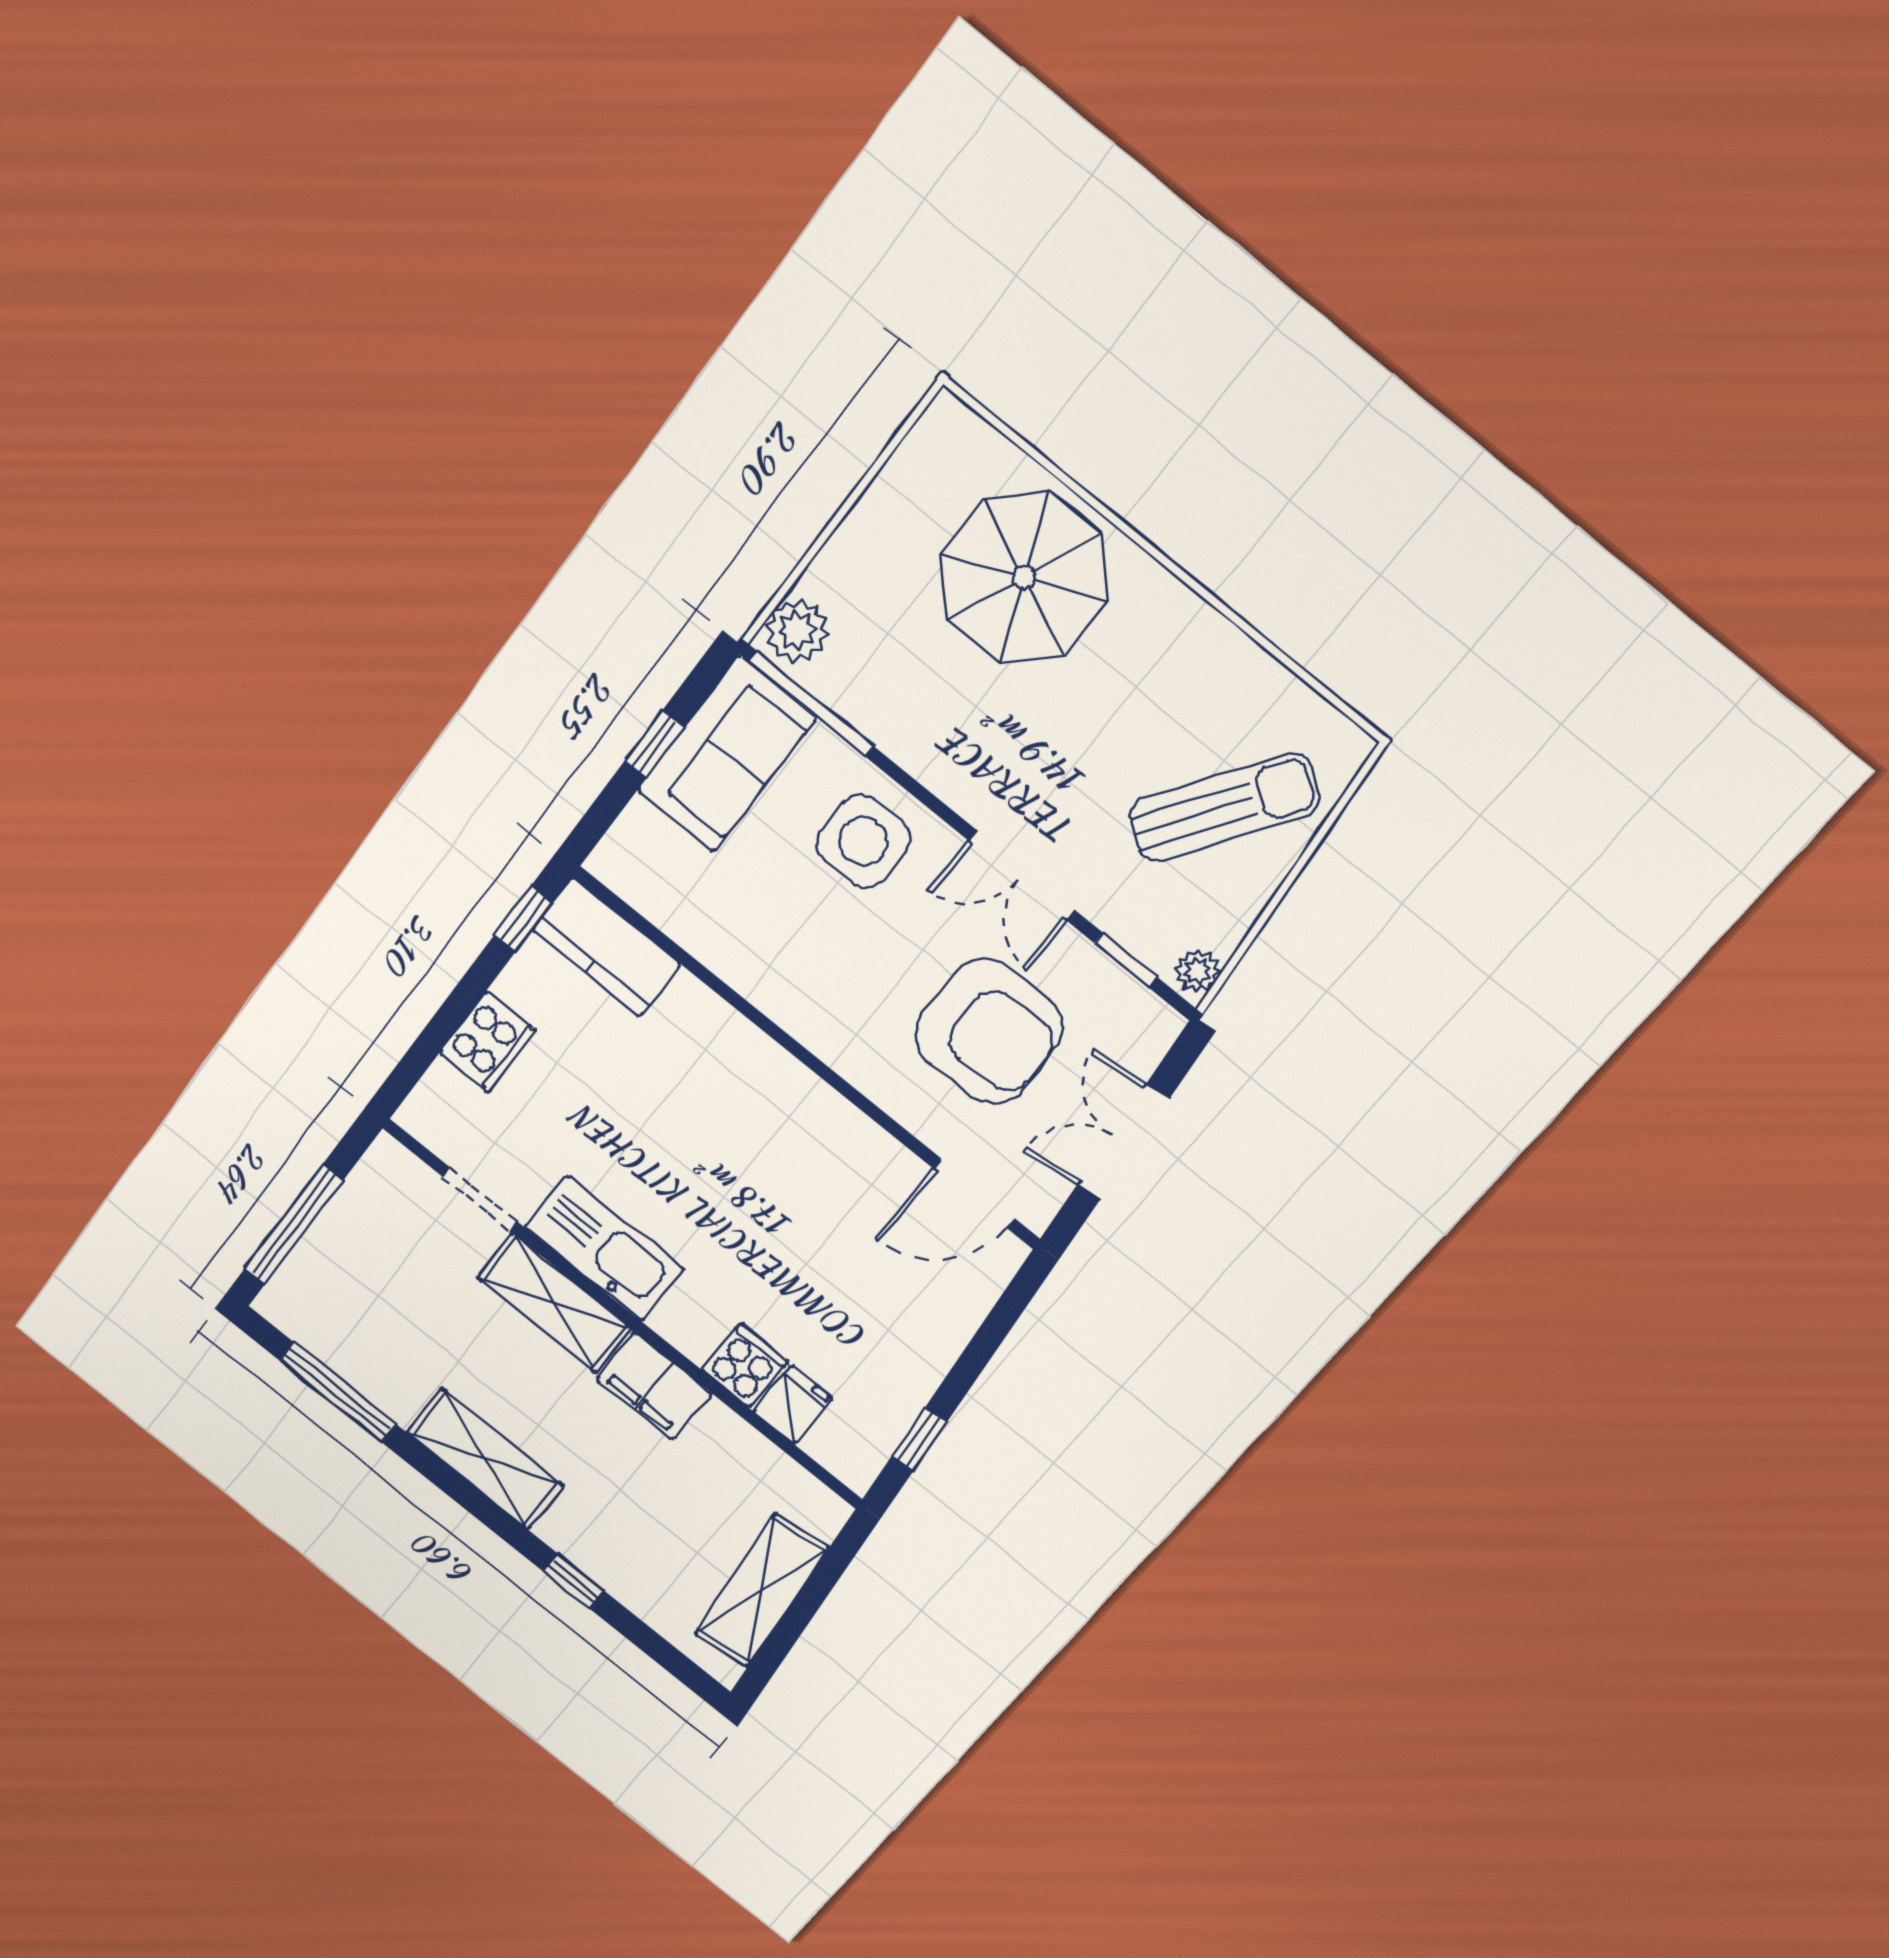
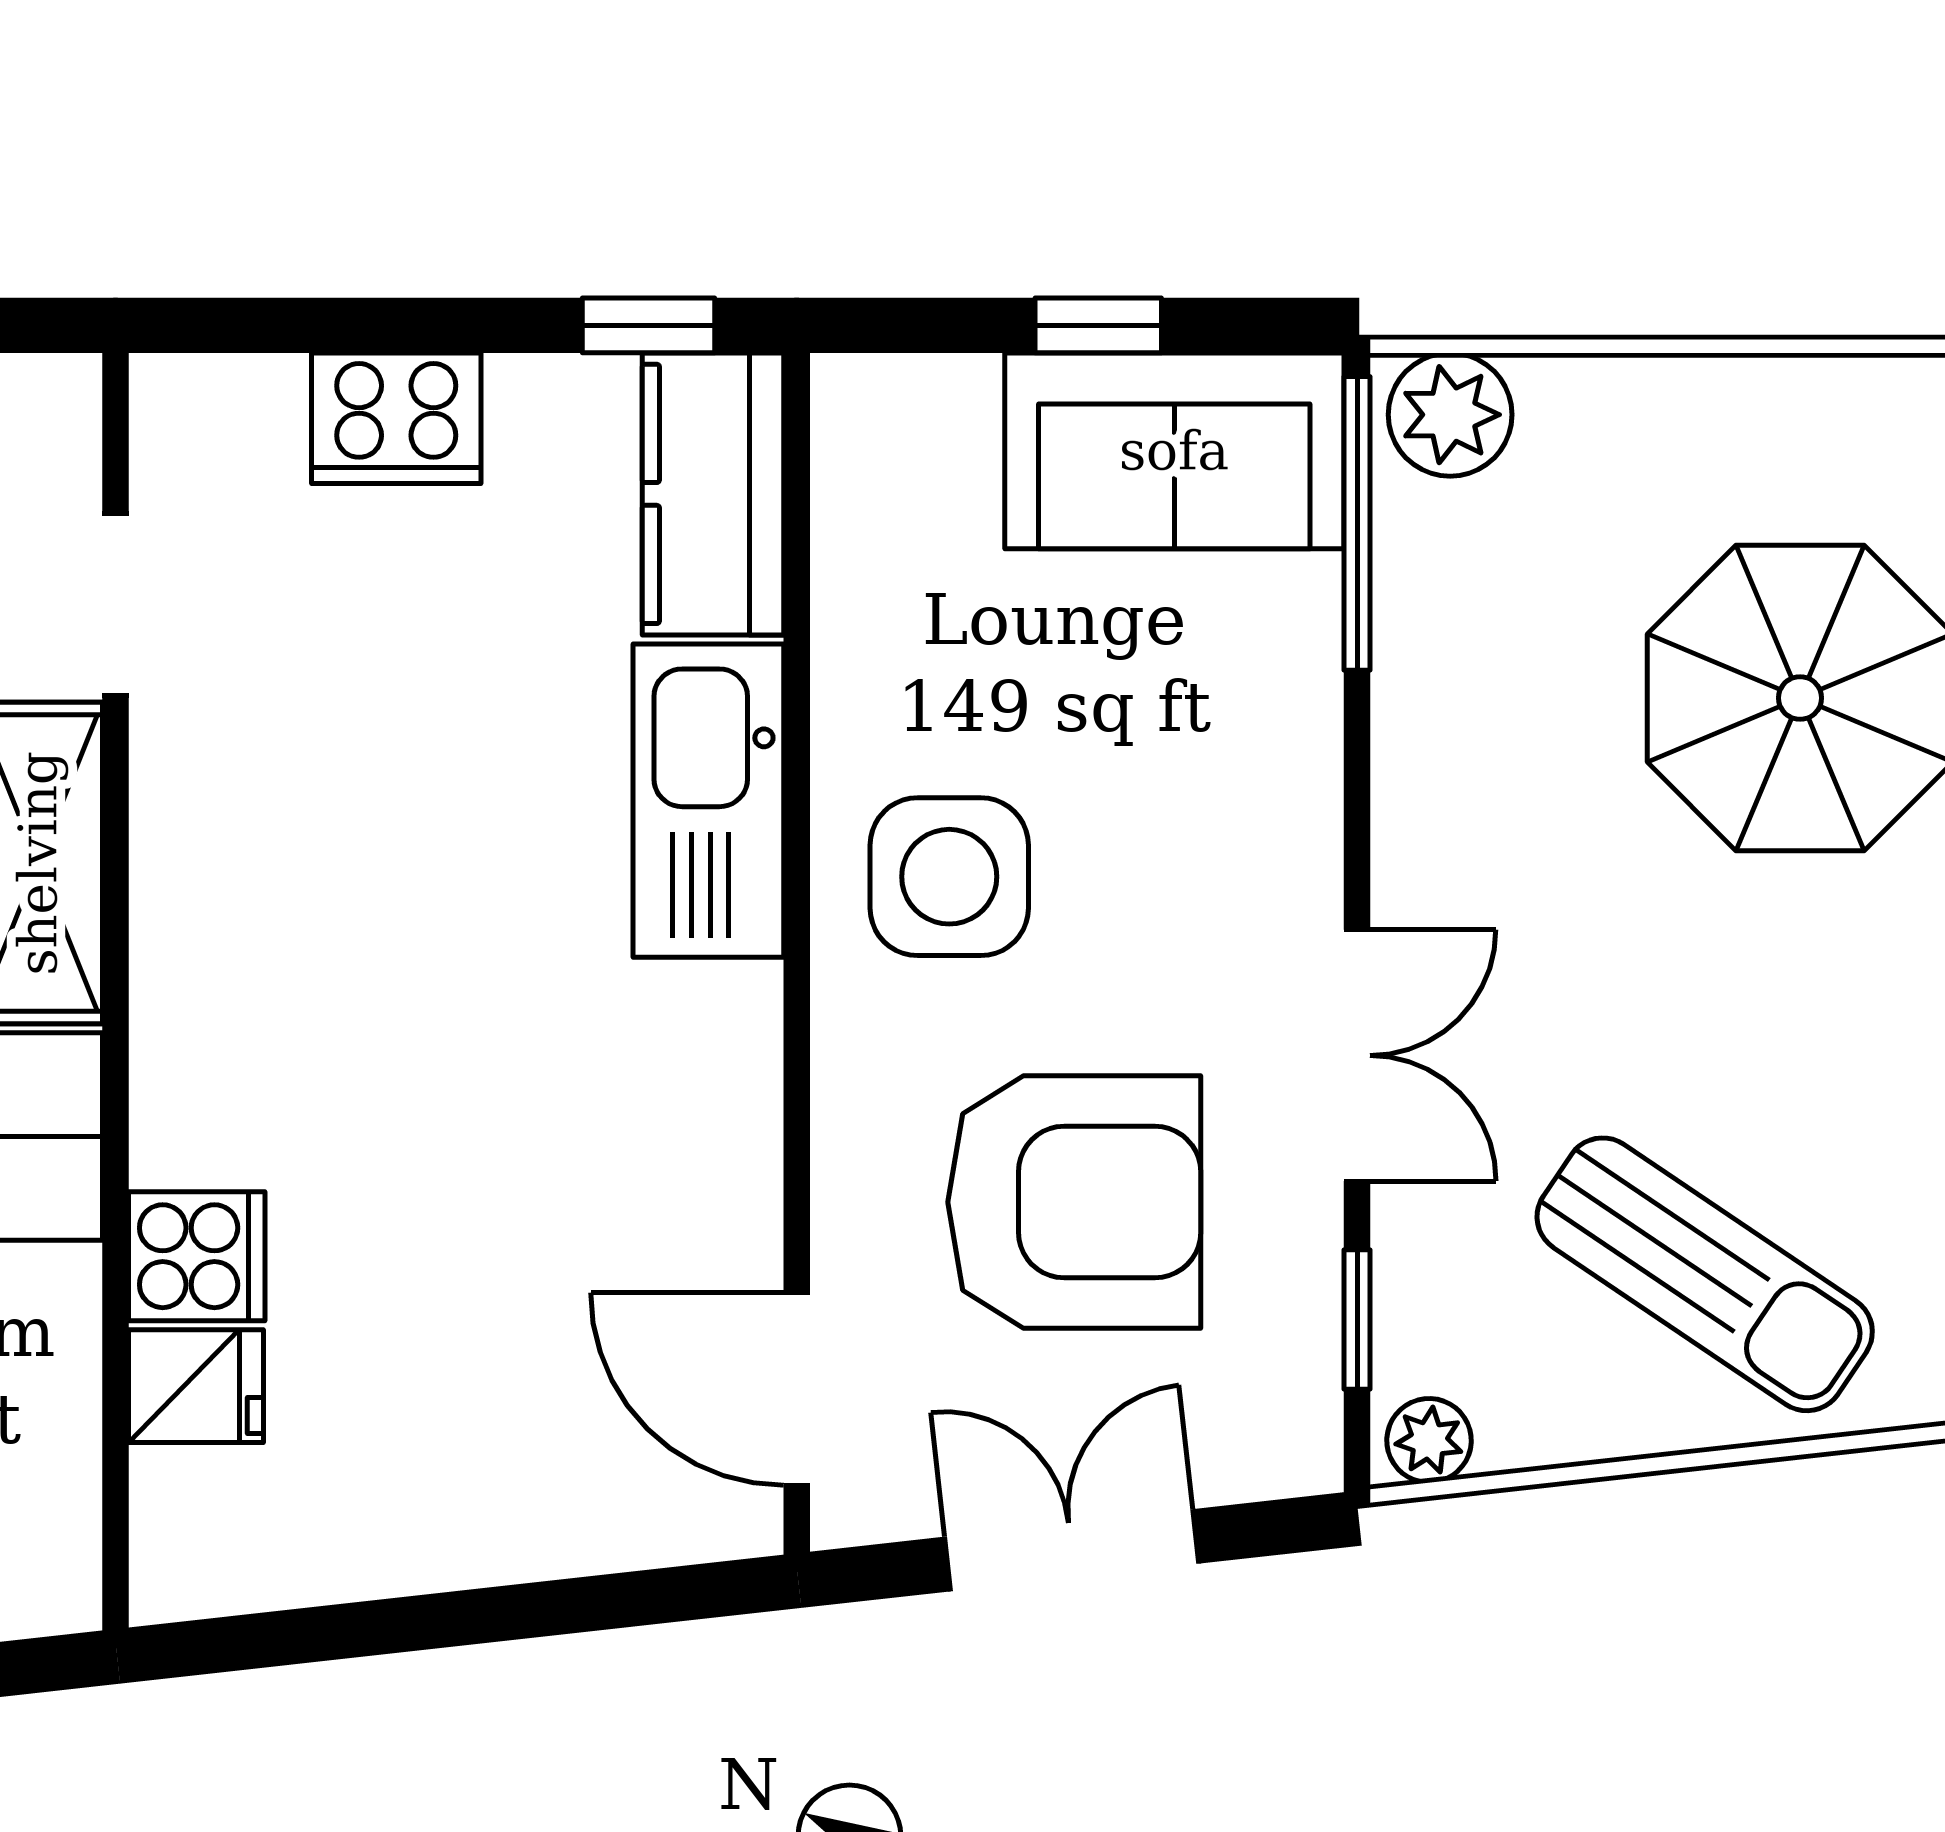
side table: (863, 841) -> (949, 877), moved
double door: (1022, 875) -> (1357, 1055), swing flipped
armchair: (989, 1032) -> (1074, 1202), turned -88
kitchen sink: (604, 1248) -> (708, 801), moved, turned 180
window: (919, 1439) -> (312, 1635), removed

